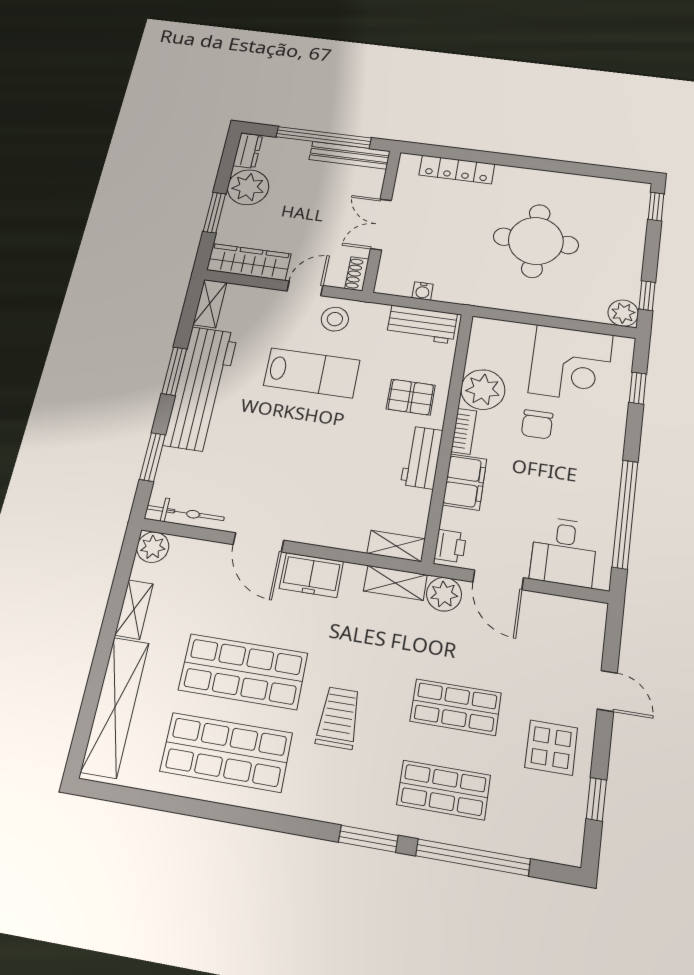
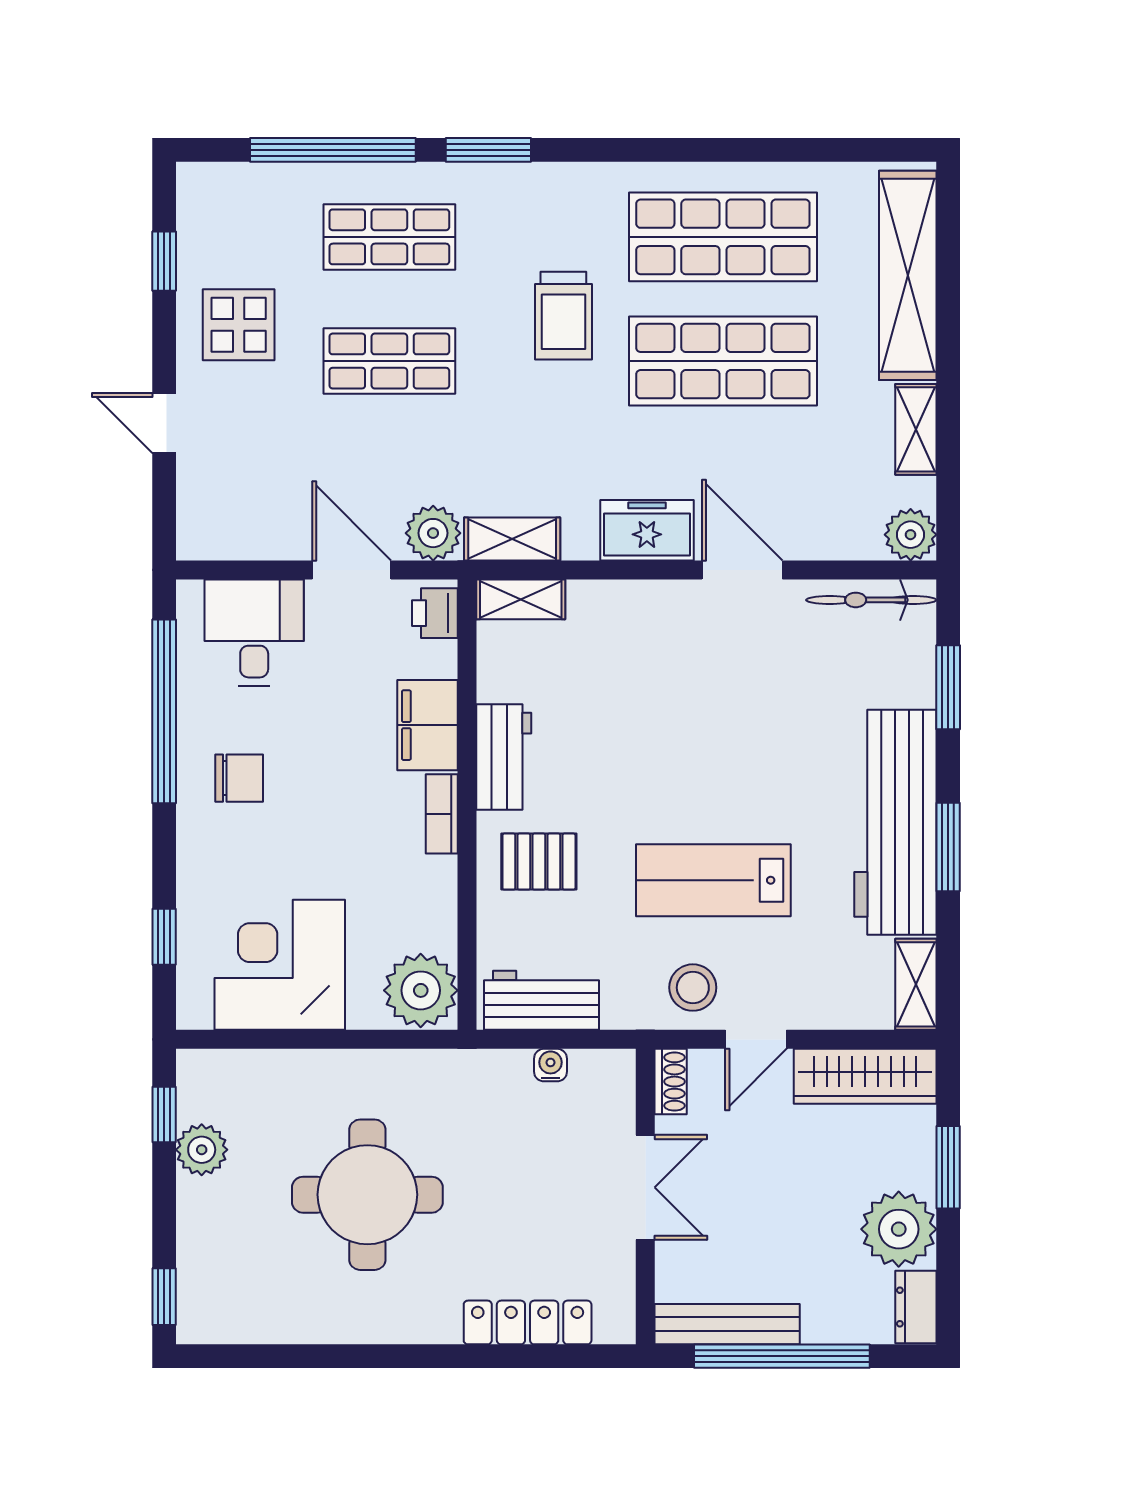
plant: (623, 313) -> (202, 1150), moved
plant: (483, 390) -> (421, 990), moved
chair: (537, 424) -> (239, 778), moved, turned 90

